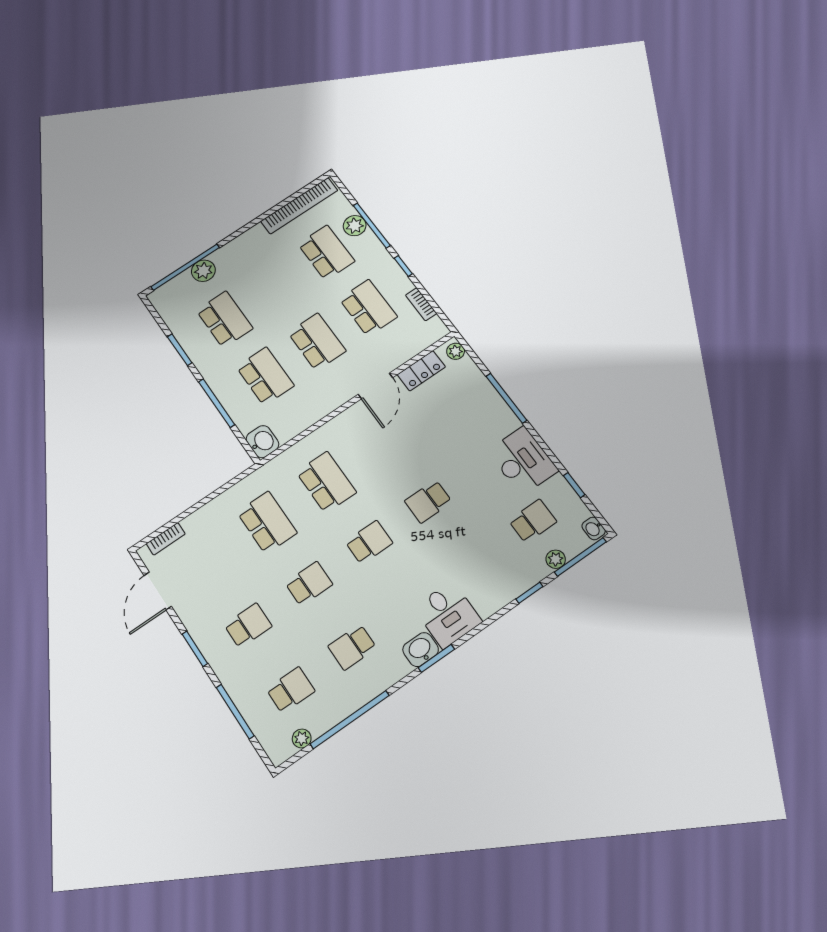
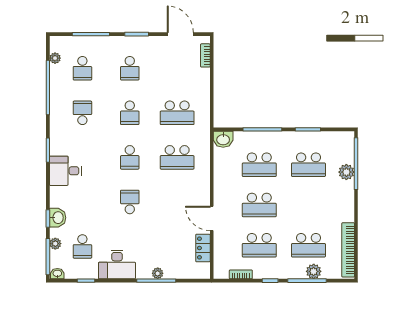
plant: (456, 351) -> (158, 273), moved
washbasin: (421, 650) -> (58, 218), moved

